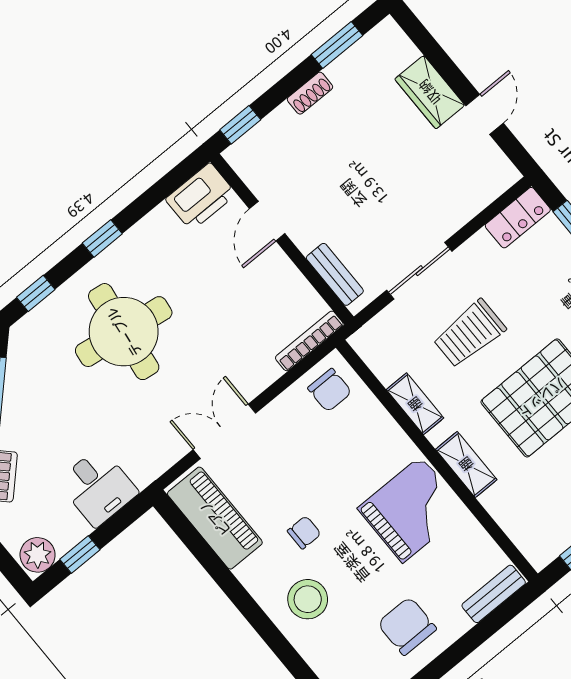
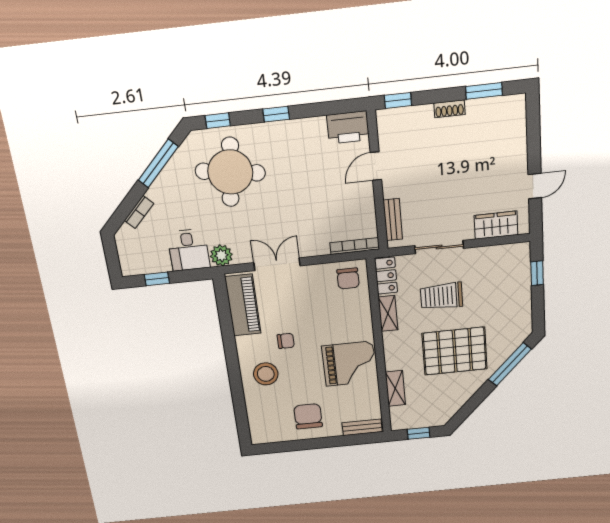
wardrobe: (430, 92) -> (496, 225), moved, turned 90
locker: (518, 218) -> (386, 276), moved, turned -90
round table: (124, 332) -> (230, 172), moved
shelving: (466, 464) -> (395, 388), moved
plant: (38, 555) -> (221, 255), moved

